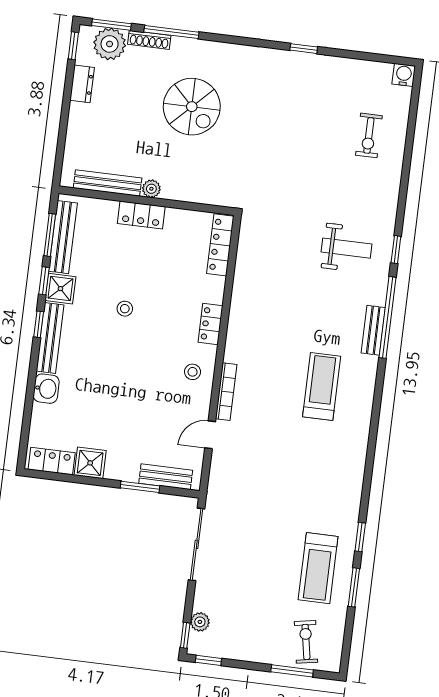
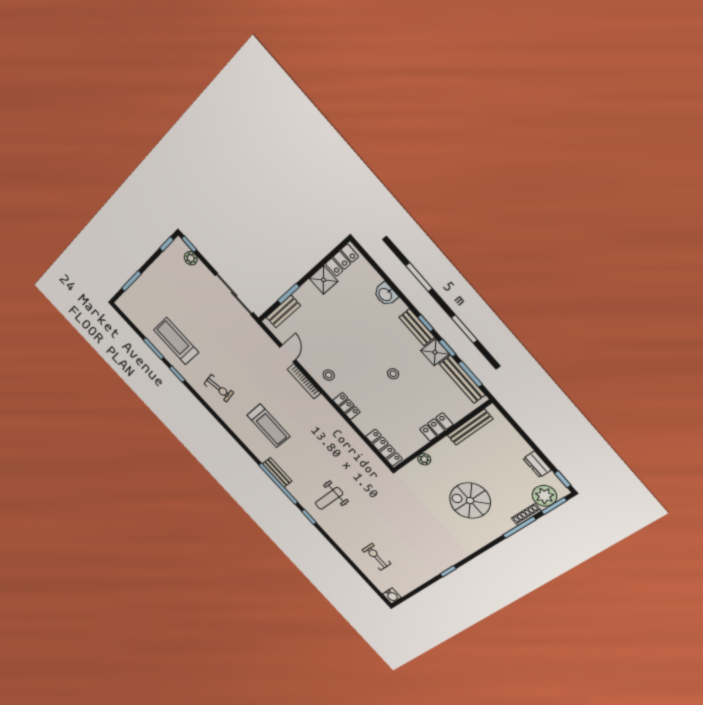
plant: (151, 189) -> (424, 459), moved
bench: (50, 338) -> (417, 327), width x0.73
exercise bike: (306, 642) -> (219, 388), moved

